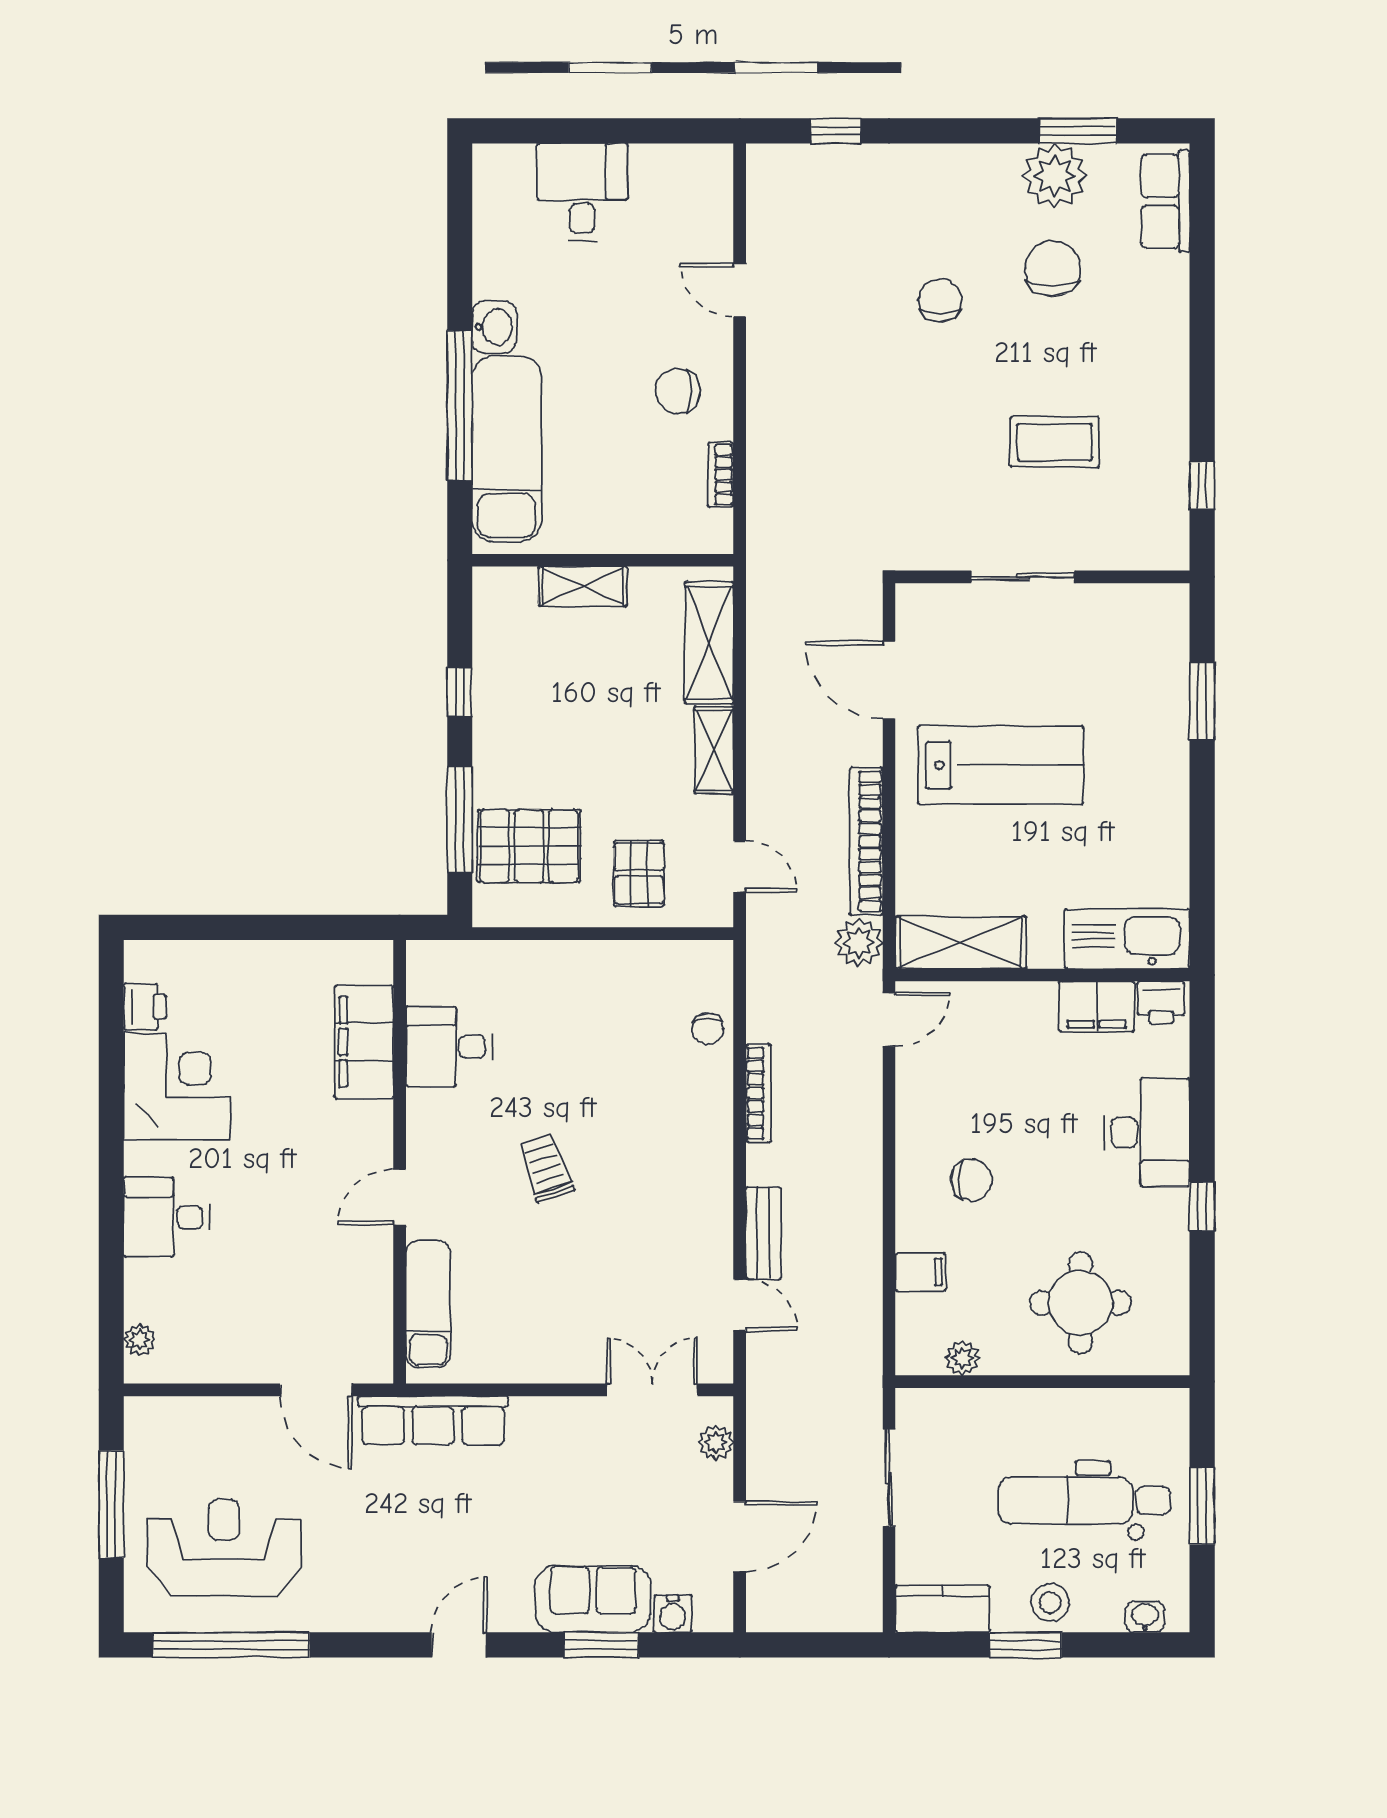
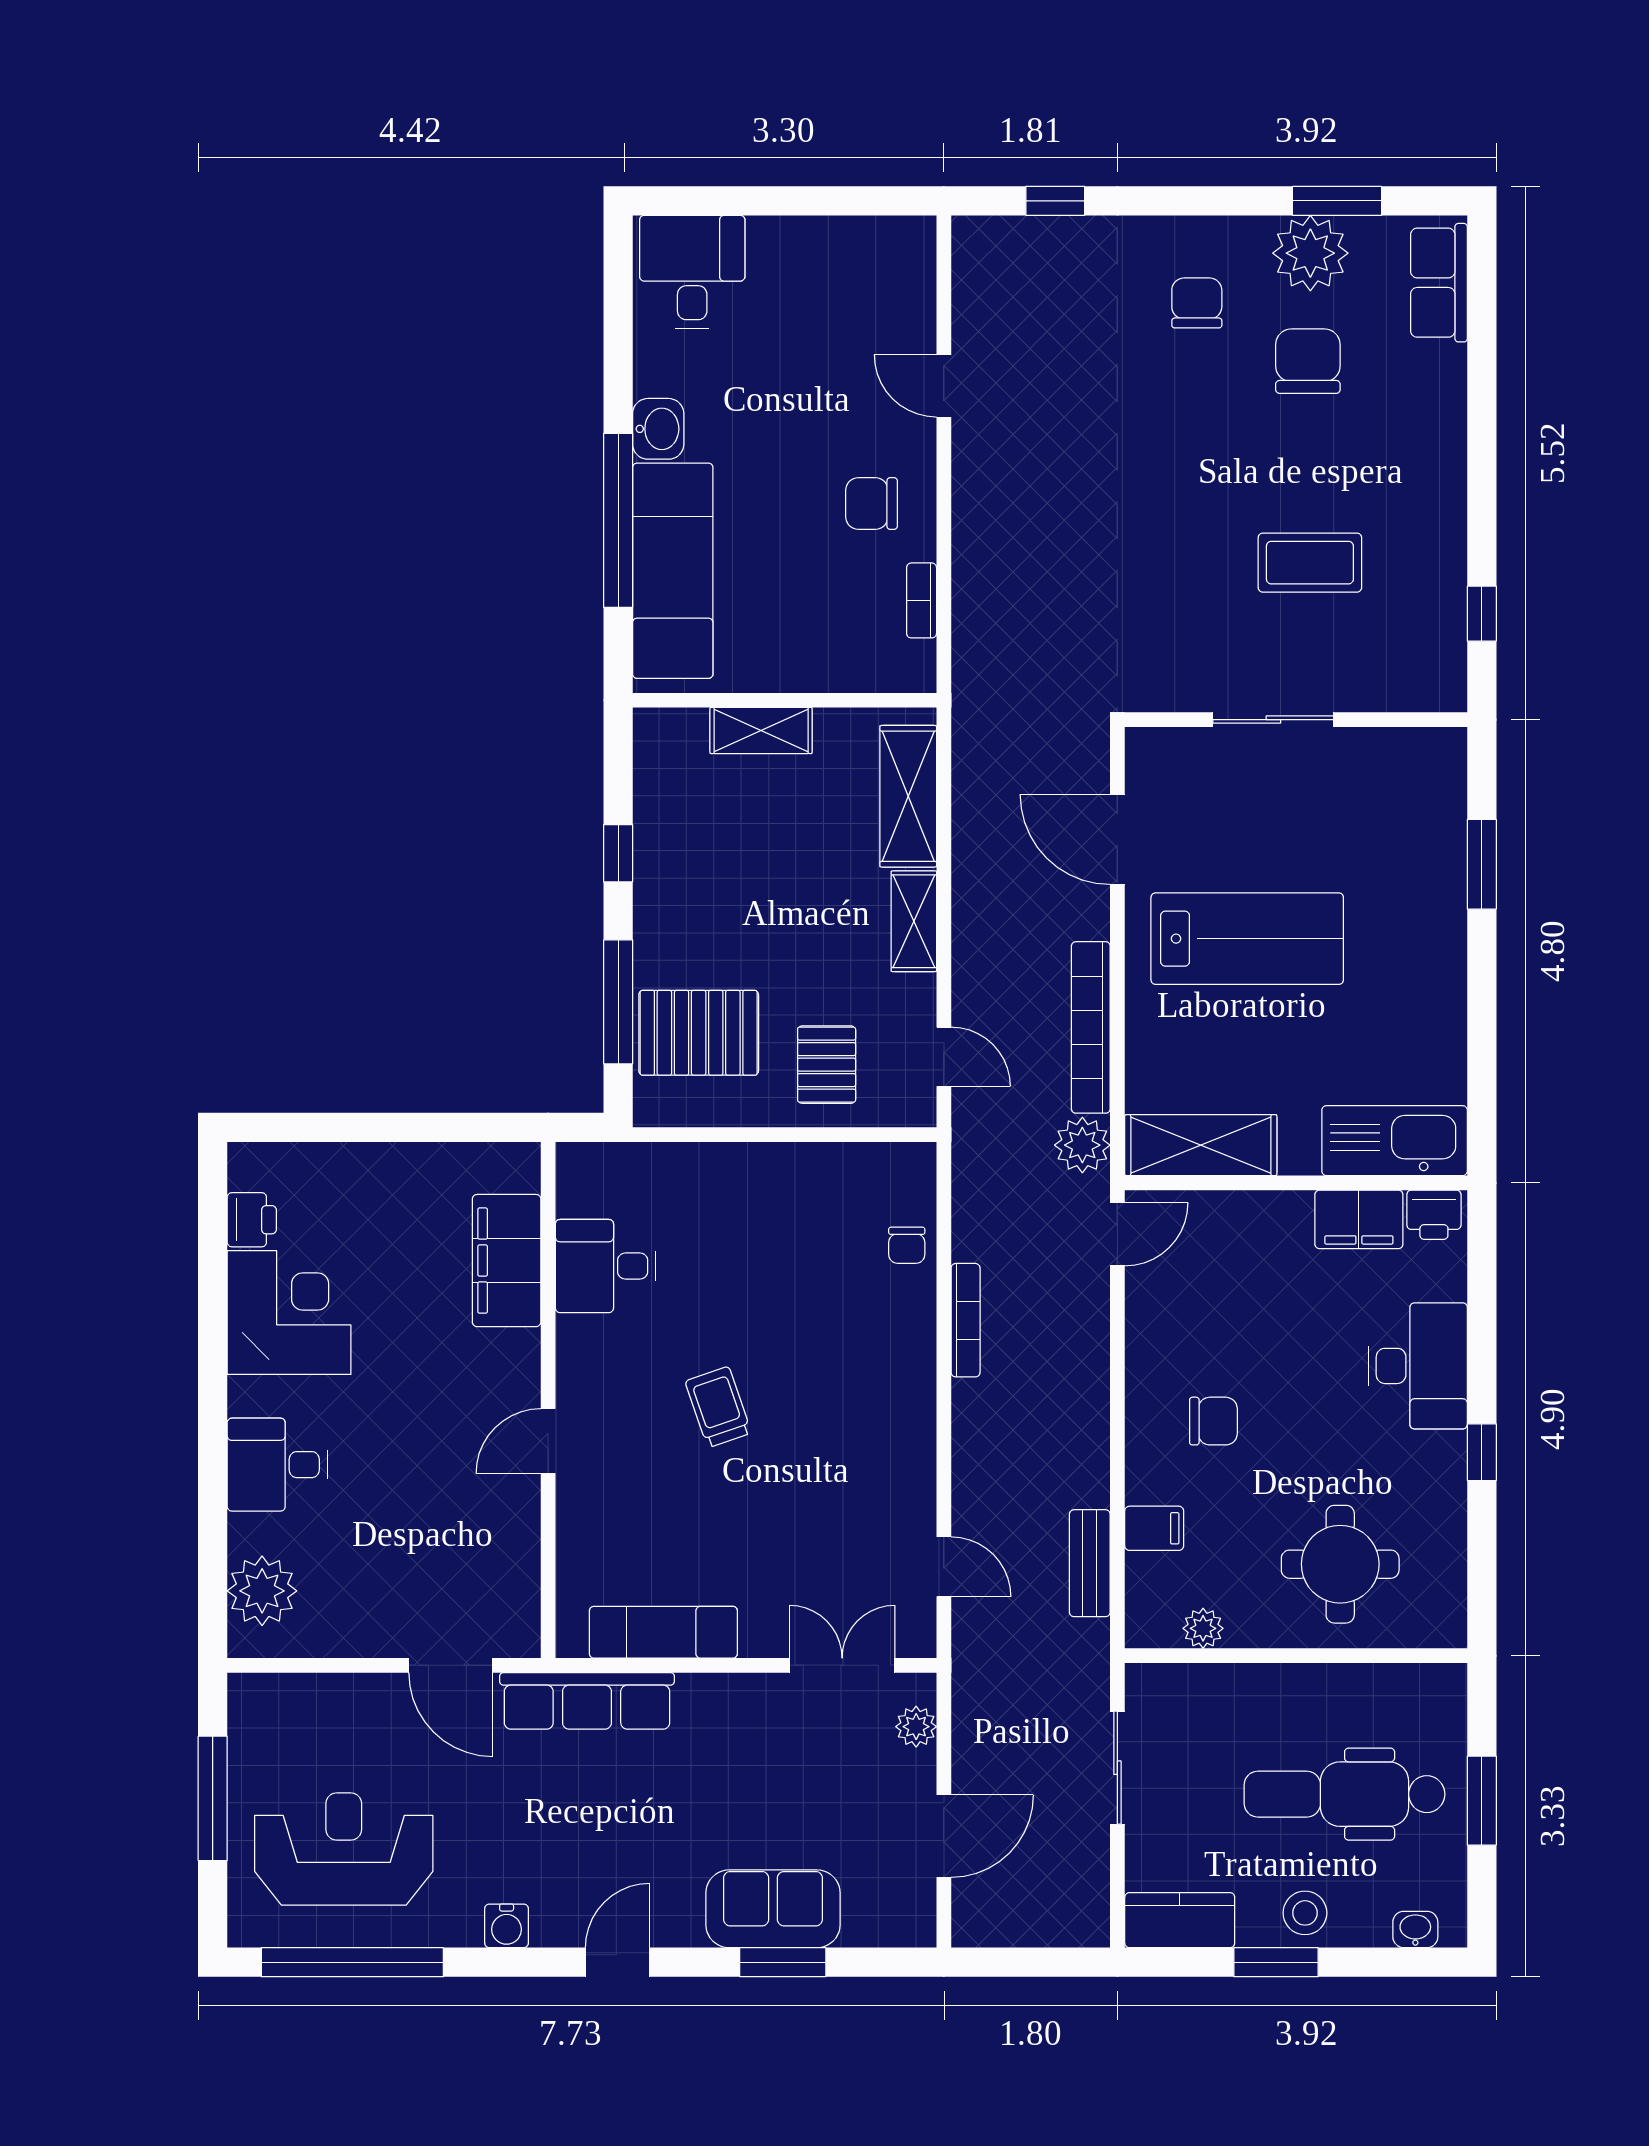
desk: (582, 192) -> (692, 272), moved
chair: (940, 300) -> (1197, 303), moved
bench: (763, 1233) -> (1090, 1563), moved
exam couch: (428, 1304) -> (663, 1632), moved, turned -90
plant: (140, 1340) -> (262, 1591), width x1.88, depth x1.88
water cooler: (673, 1614) -> (507, 1926), moved

